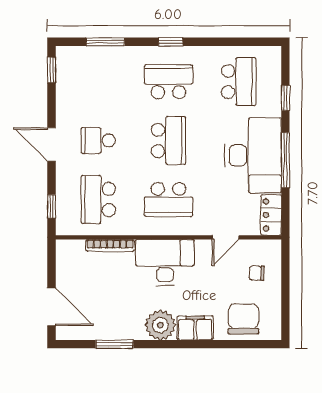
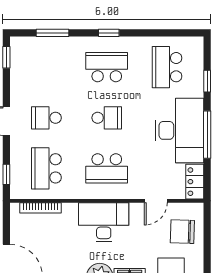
school desk: (239, 82) -> (167, 67), turned 180
school desk: (168, 141) -> (107, 118), width x0.54
bookcase: (110, 246) -> (40, 208), moved
chair: (257, 273) -> (182, 232), width x1.87, depth x1.87

